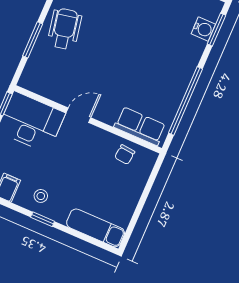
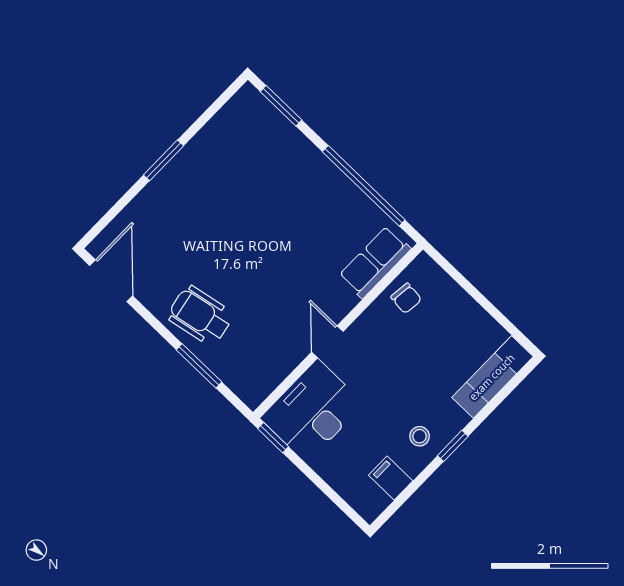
water cooler: (203, 29) -> (273, 124), removed

